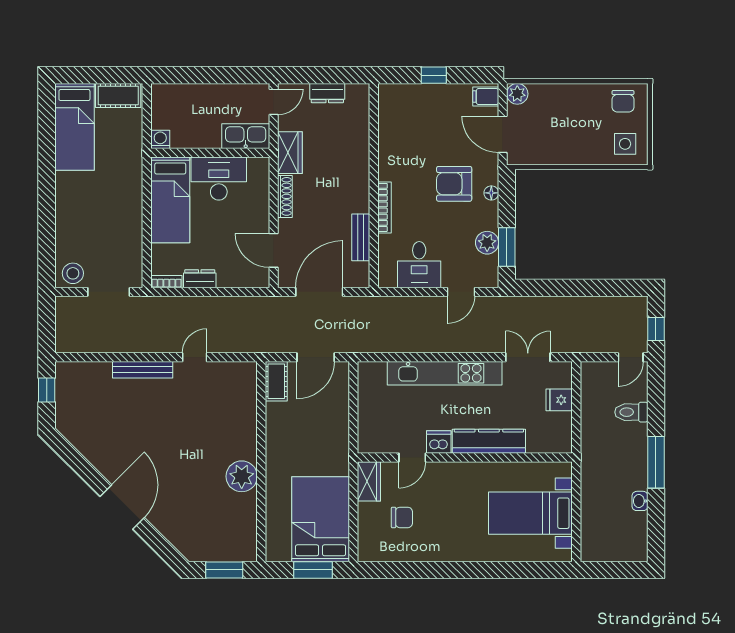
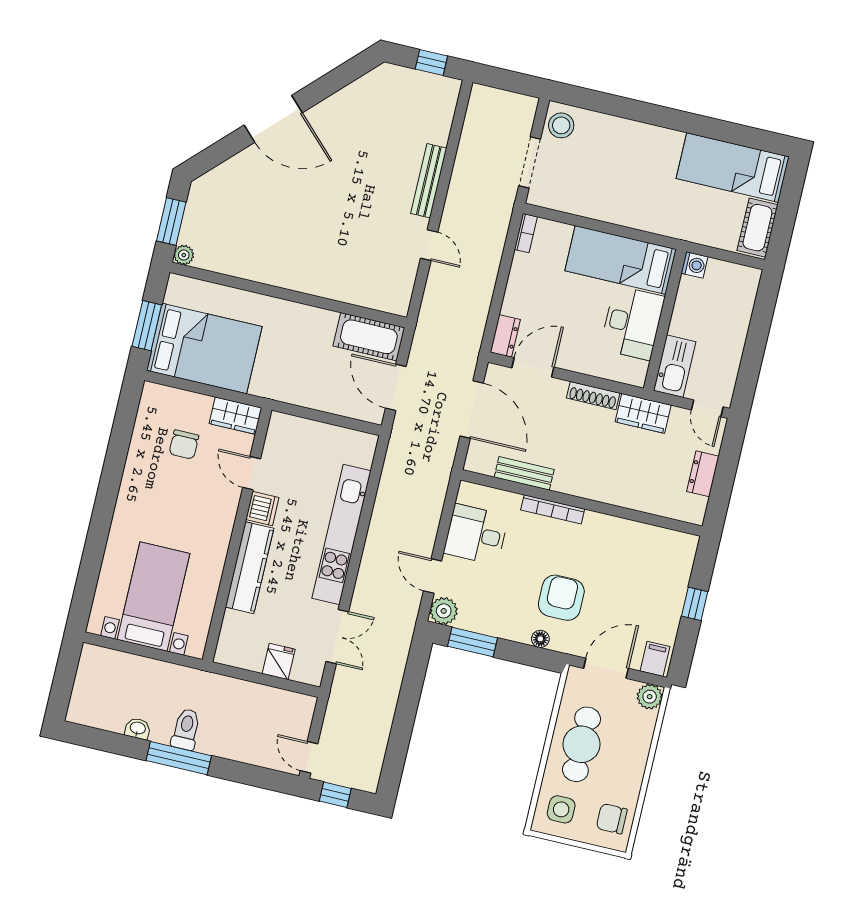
cafe table: (569, 140) -> (581, 744), added
plant: (487, 243) -> (444, 611), moved
dresser: (200, 279) -> (505, 336), moved
cot: (276, 381) -> (369, 337), width x1.37, depth x1.34
toilet: (631, 412) -> (186, 729), moved
plant: (242, 476) -> (184, 255), moved, width x0.53, depth x0.53

